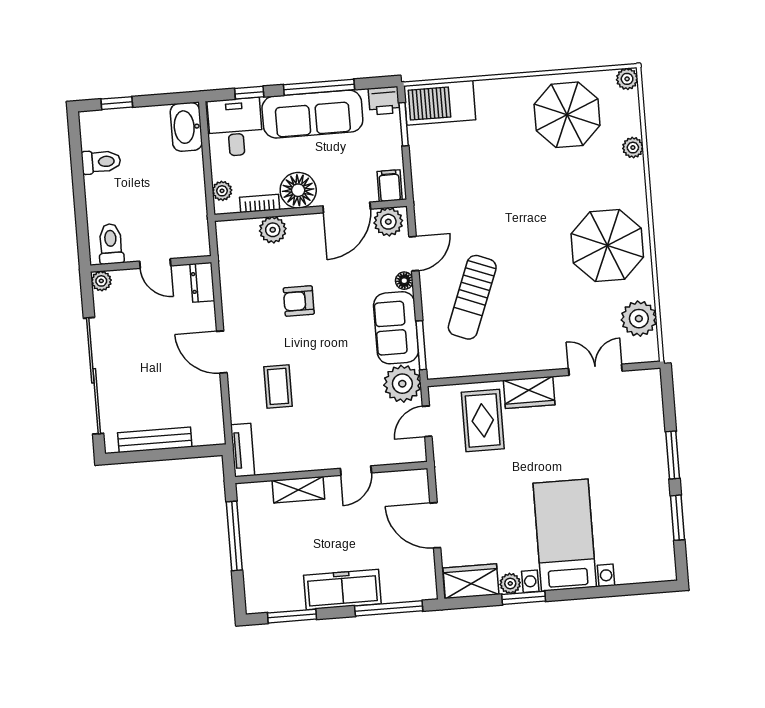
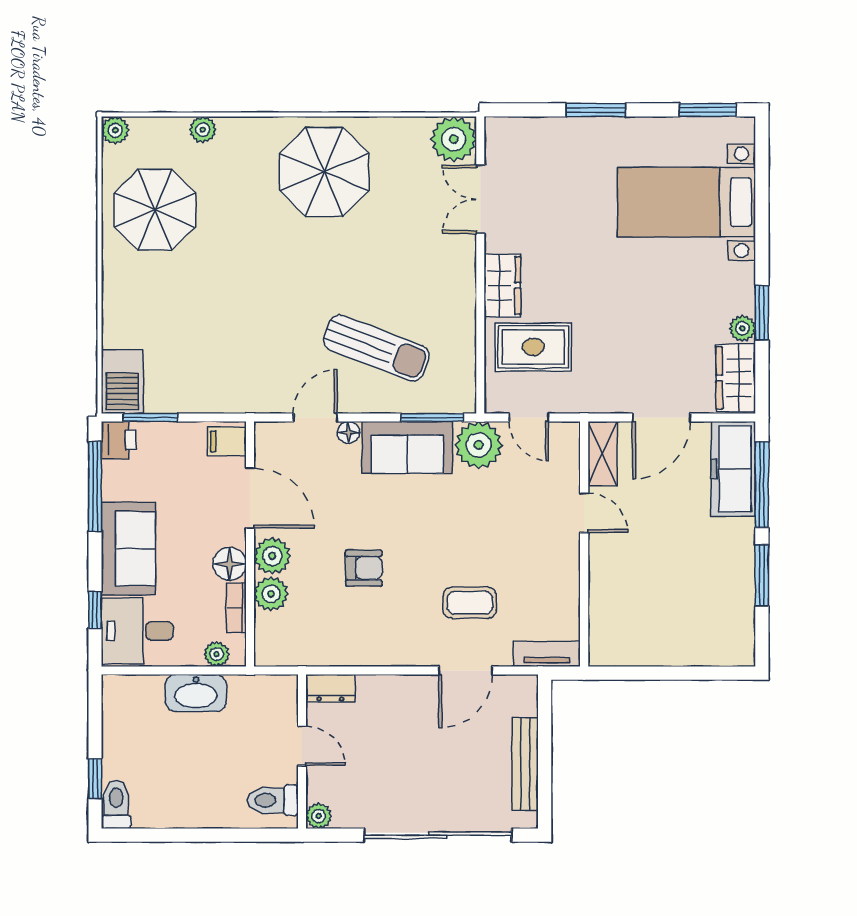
window: (319, 87) -> (95, 487), moved
barbecue: (440, 103) -> (122, 382), width x0.73, depth x0.83
sofa: (312, 114) -> (128, 549), width x0.73
washbasin: (186, 127) -> (196, 693), moved
toilet: (101, 162) -> (116, 804), moved
floor lamp: (298, 190) -> (230, 564), width x0.73, depth x0.73
plant: (388, 222) -> (272, 556), moved
door: (414, 254) -> (315, 417), hinge flipped
door: (155, 264) -> (302, 746), hinge flipped
armchair: (299, 301) -> (364, 568), turned -90
plant: (639, 319) -> (454, 139), moved
door: (222, 352) -> (466, 670), moved
shelving: (298, 490) -> (603, 454), moved
window: (678, 518) -> (708, 110), moved
bed with nightstands: (565, 535) -> (686, 202), moved
window: (234, 536) -> (655, 673), removed
freezer: (342, 590) -> (733, 469), moved
window: (292, 616) -> (762, 575), moved

